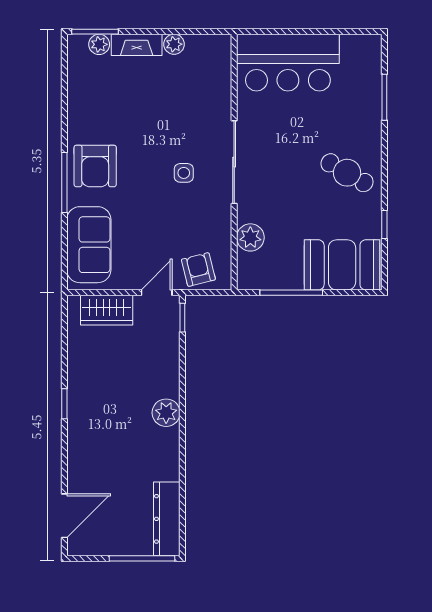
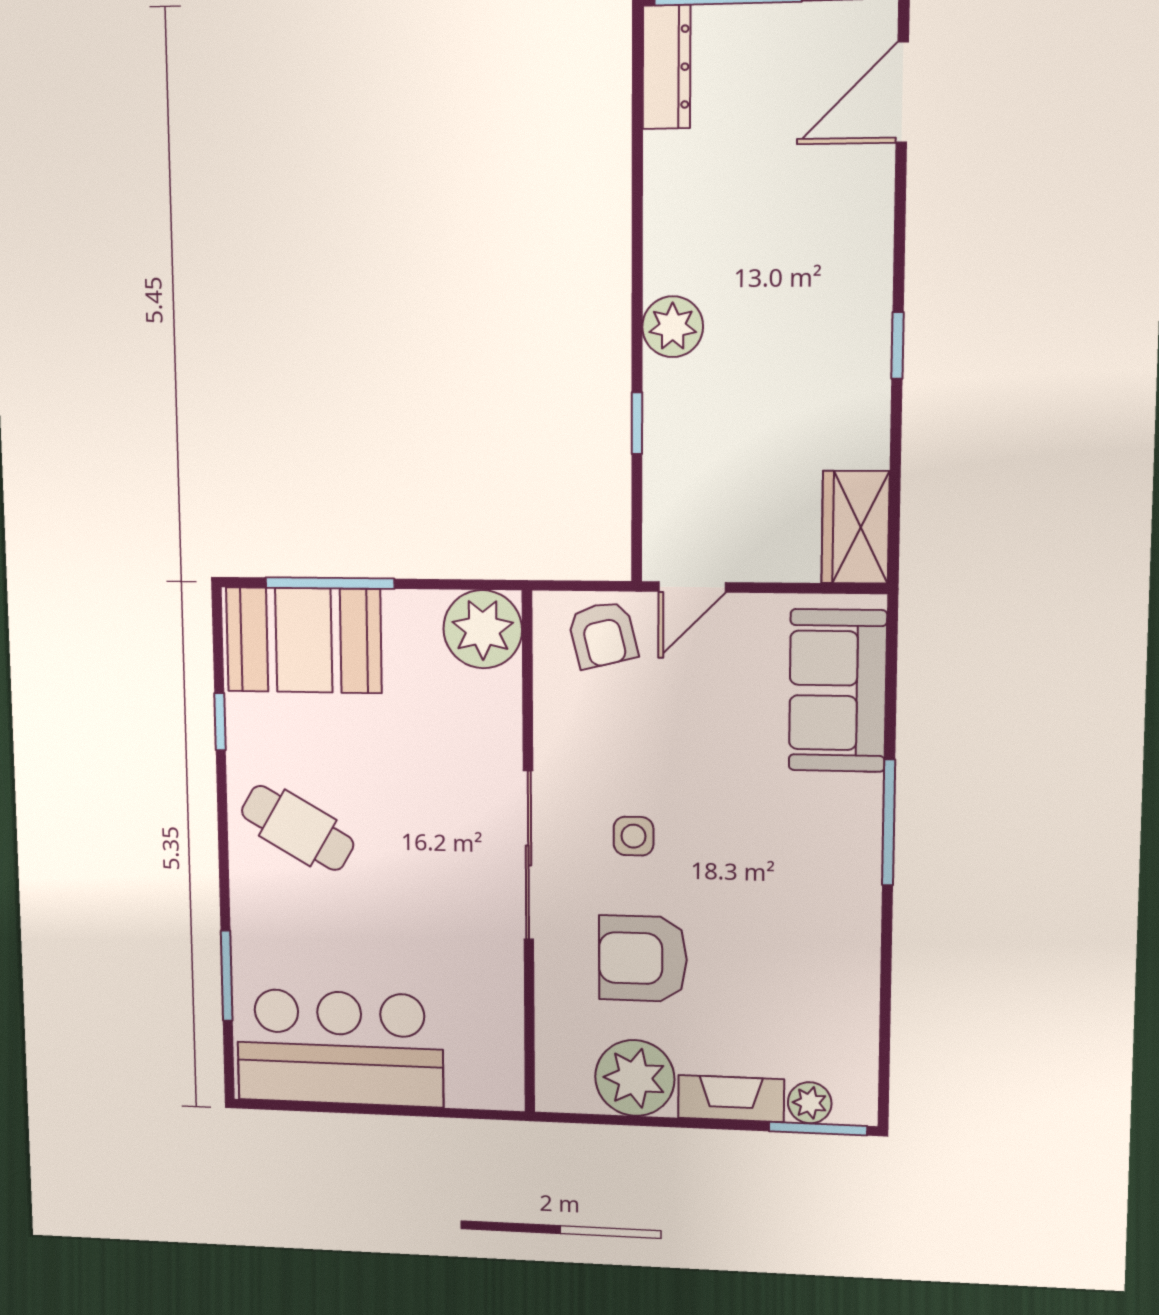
plant: (174, 44) -> (635, 1078), width x1.87, depth x1.87
bar counter: (288, 63) -> (340, 1048), moved
armchair: (95, 166) -> (643, 959), moved, turned -90
plant: (250, 237) -> (483, 629), moved, width x1.36, depth x1.36
window: (291, 293) -> (330, 583), moved
wardrobe: (107, 310) -> (855, 527), moved, turned -90
window: (182, 318) -> (637, 423), moved
dresser: (167, 519) -> (666, 67), width x0.73, depth x0.80

